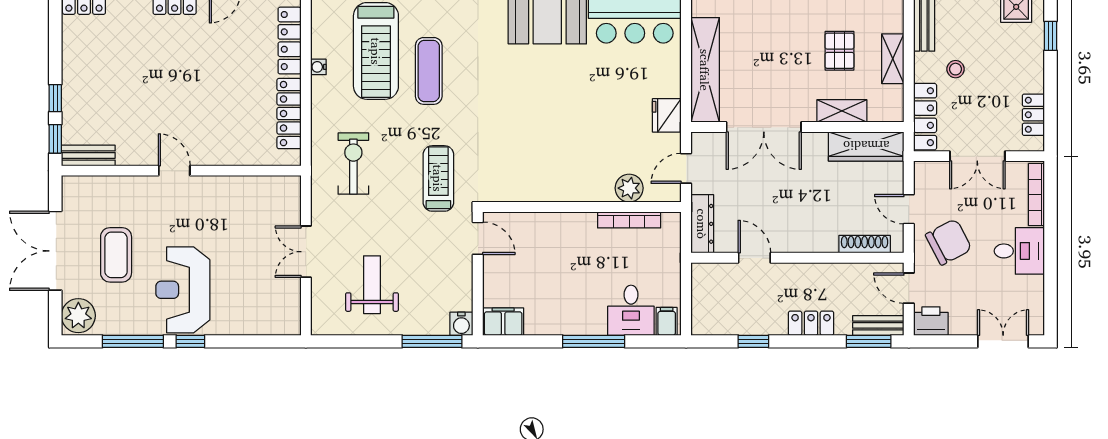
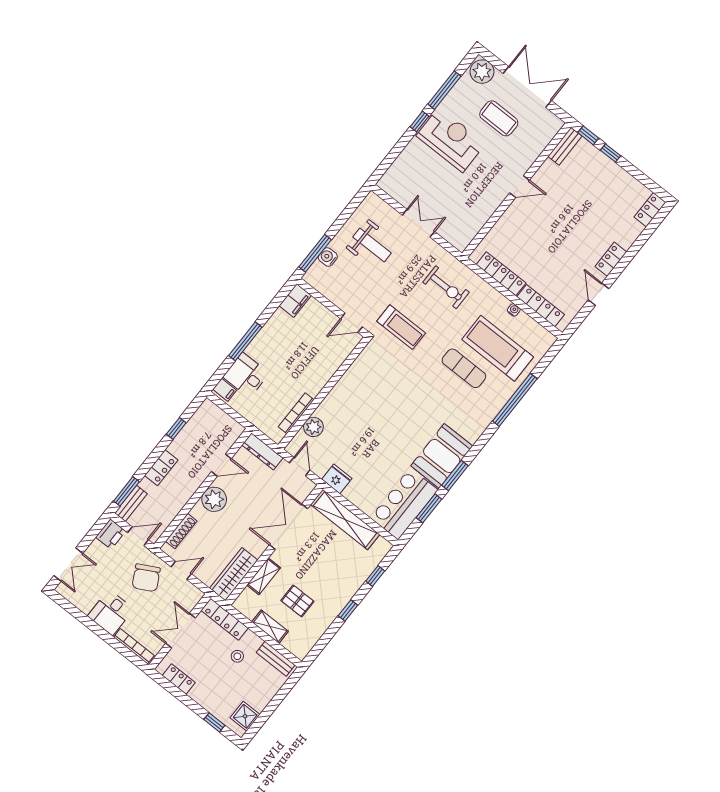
plant: (799, 235) -> (214, 499), added
water cooler: (461, 324) -> (328, 257), moved

